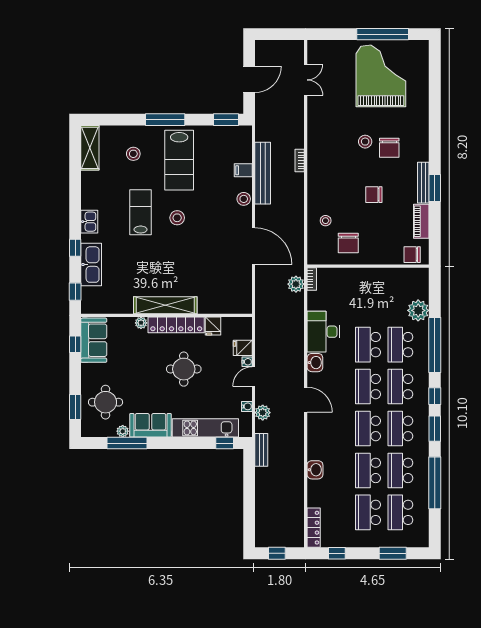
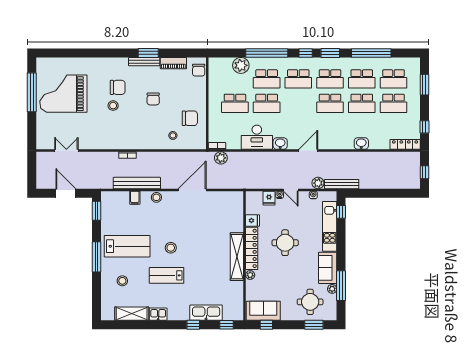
shelving: (90, 148) -> (132, 314), moved
kitchen sink: (89, 222) -> (158, 314), moved
school desk: (368, 387) -> (235, 103), moved
bench: (261, 450) -> (342, 184), width x1.36

